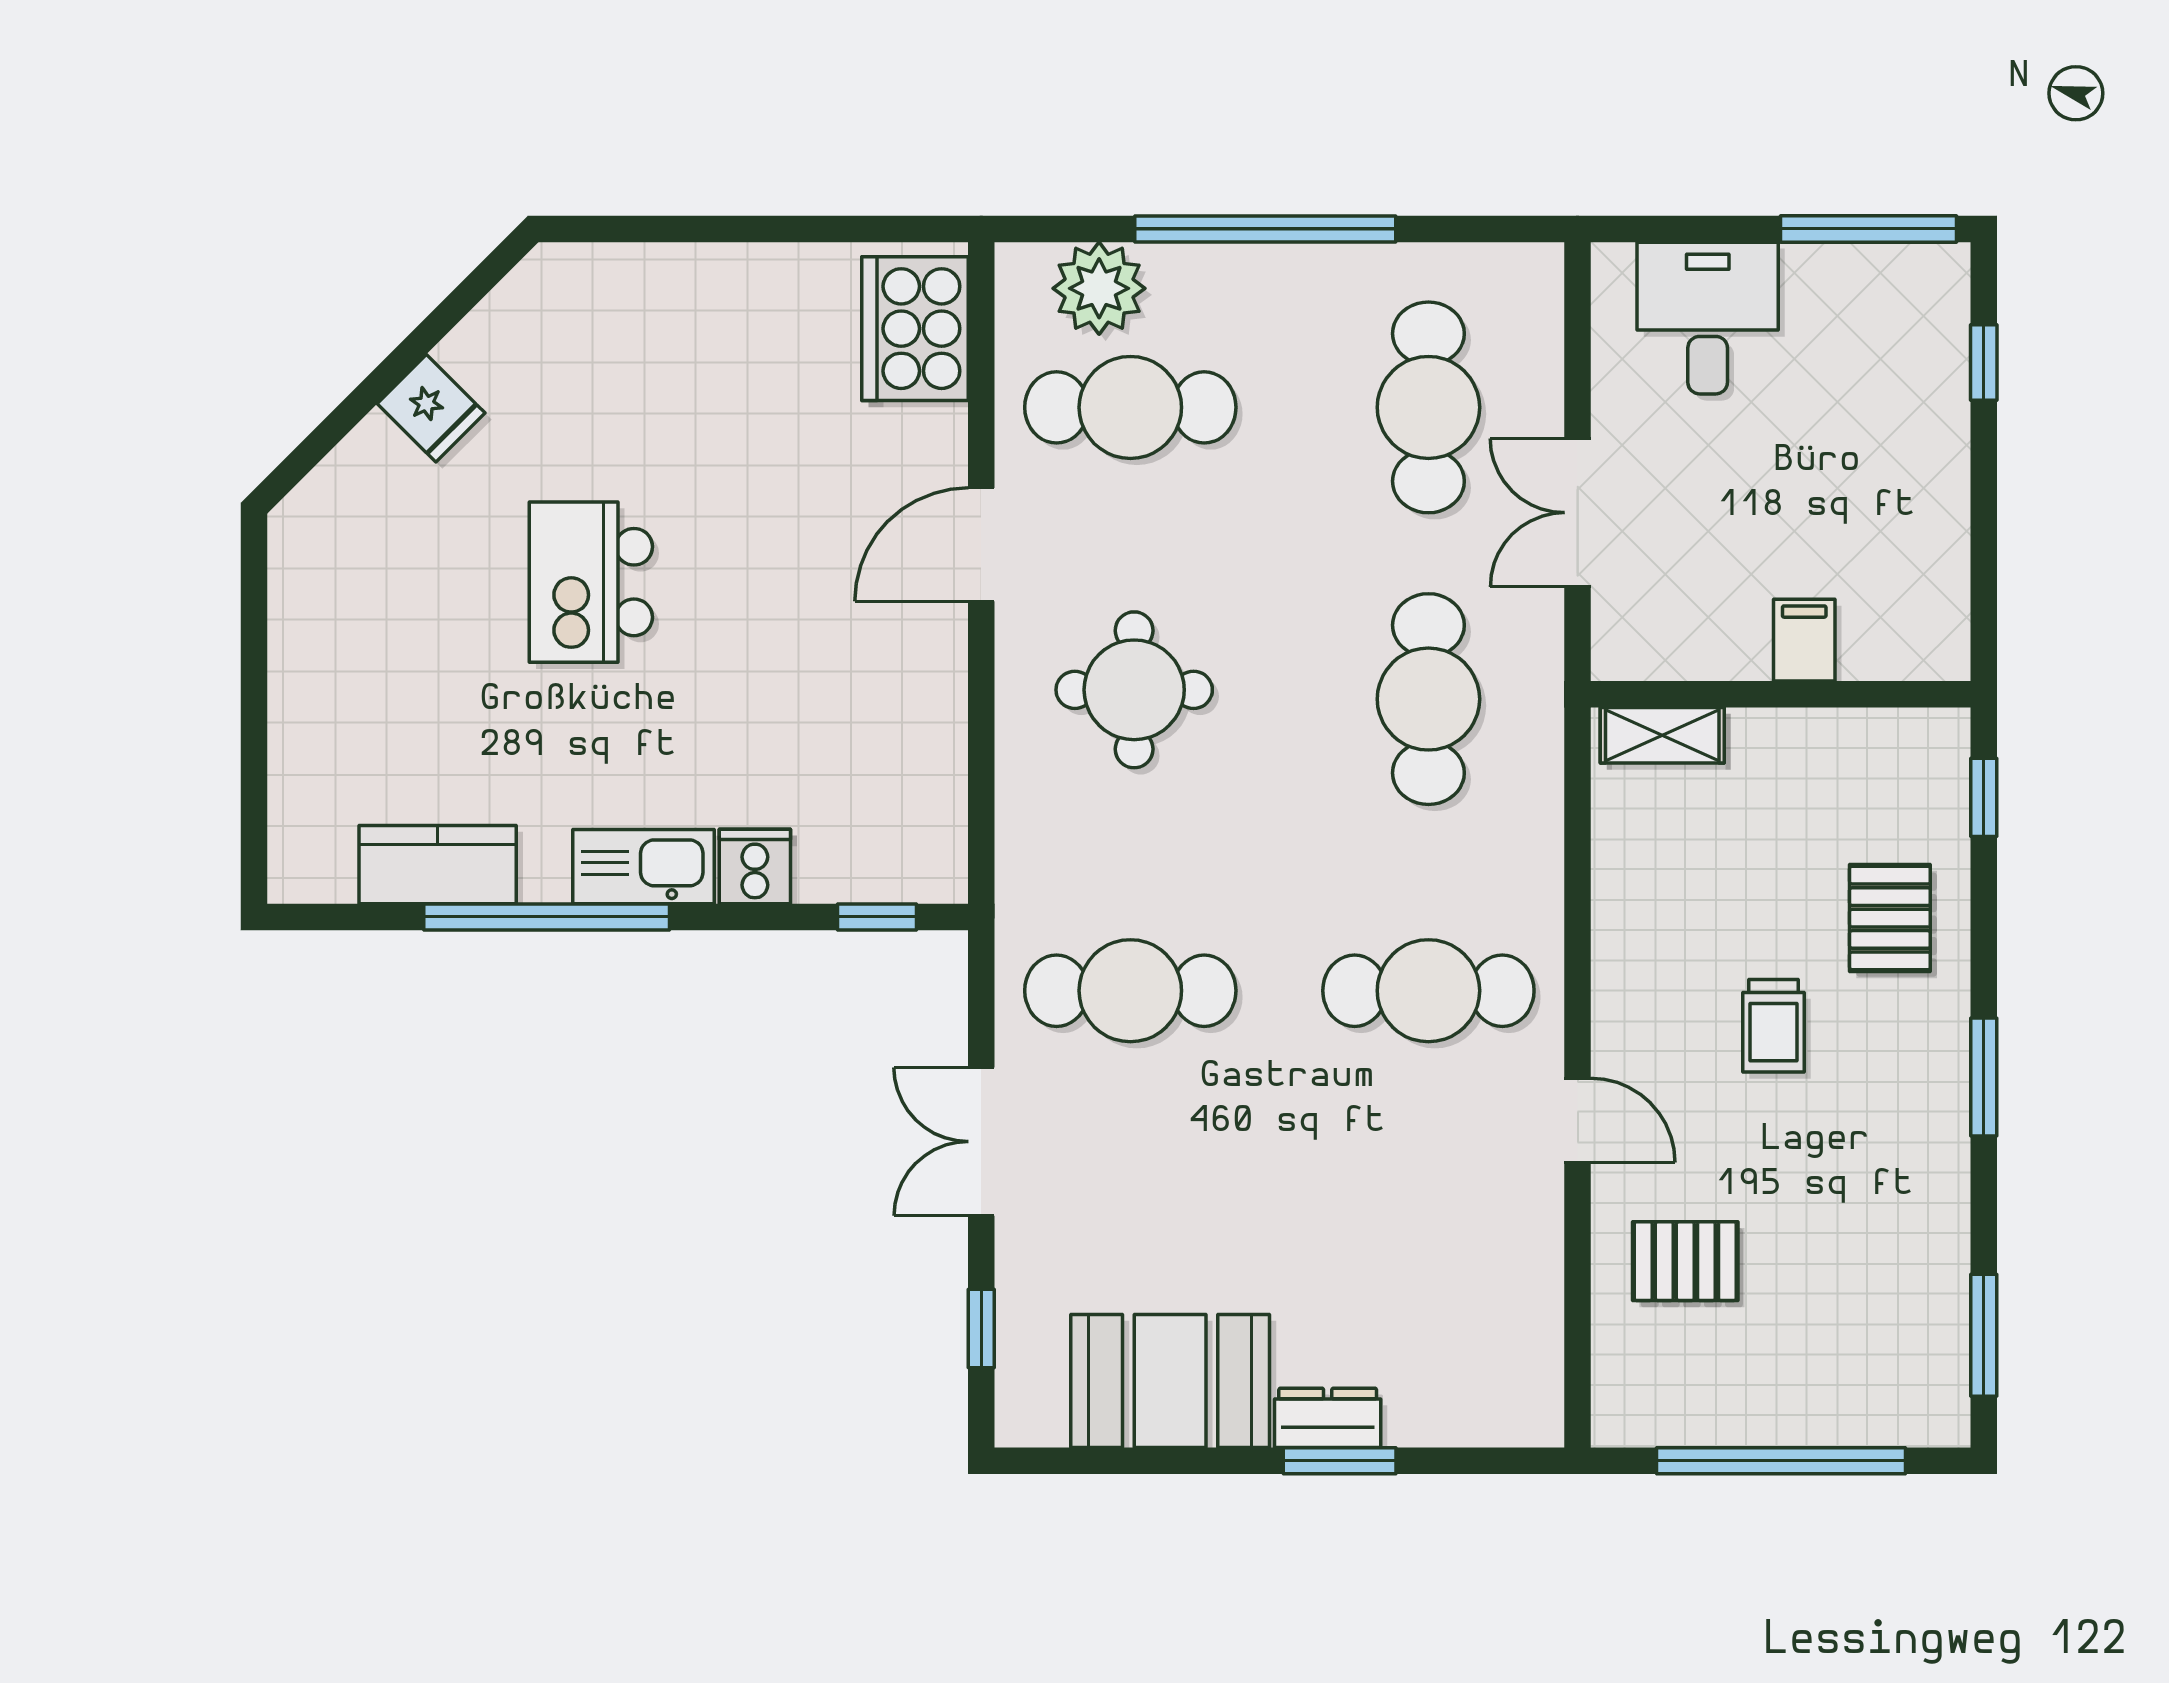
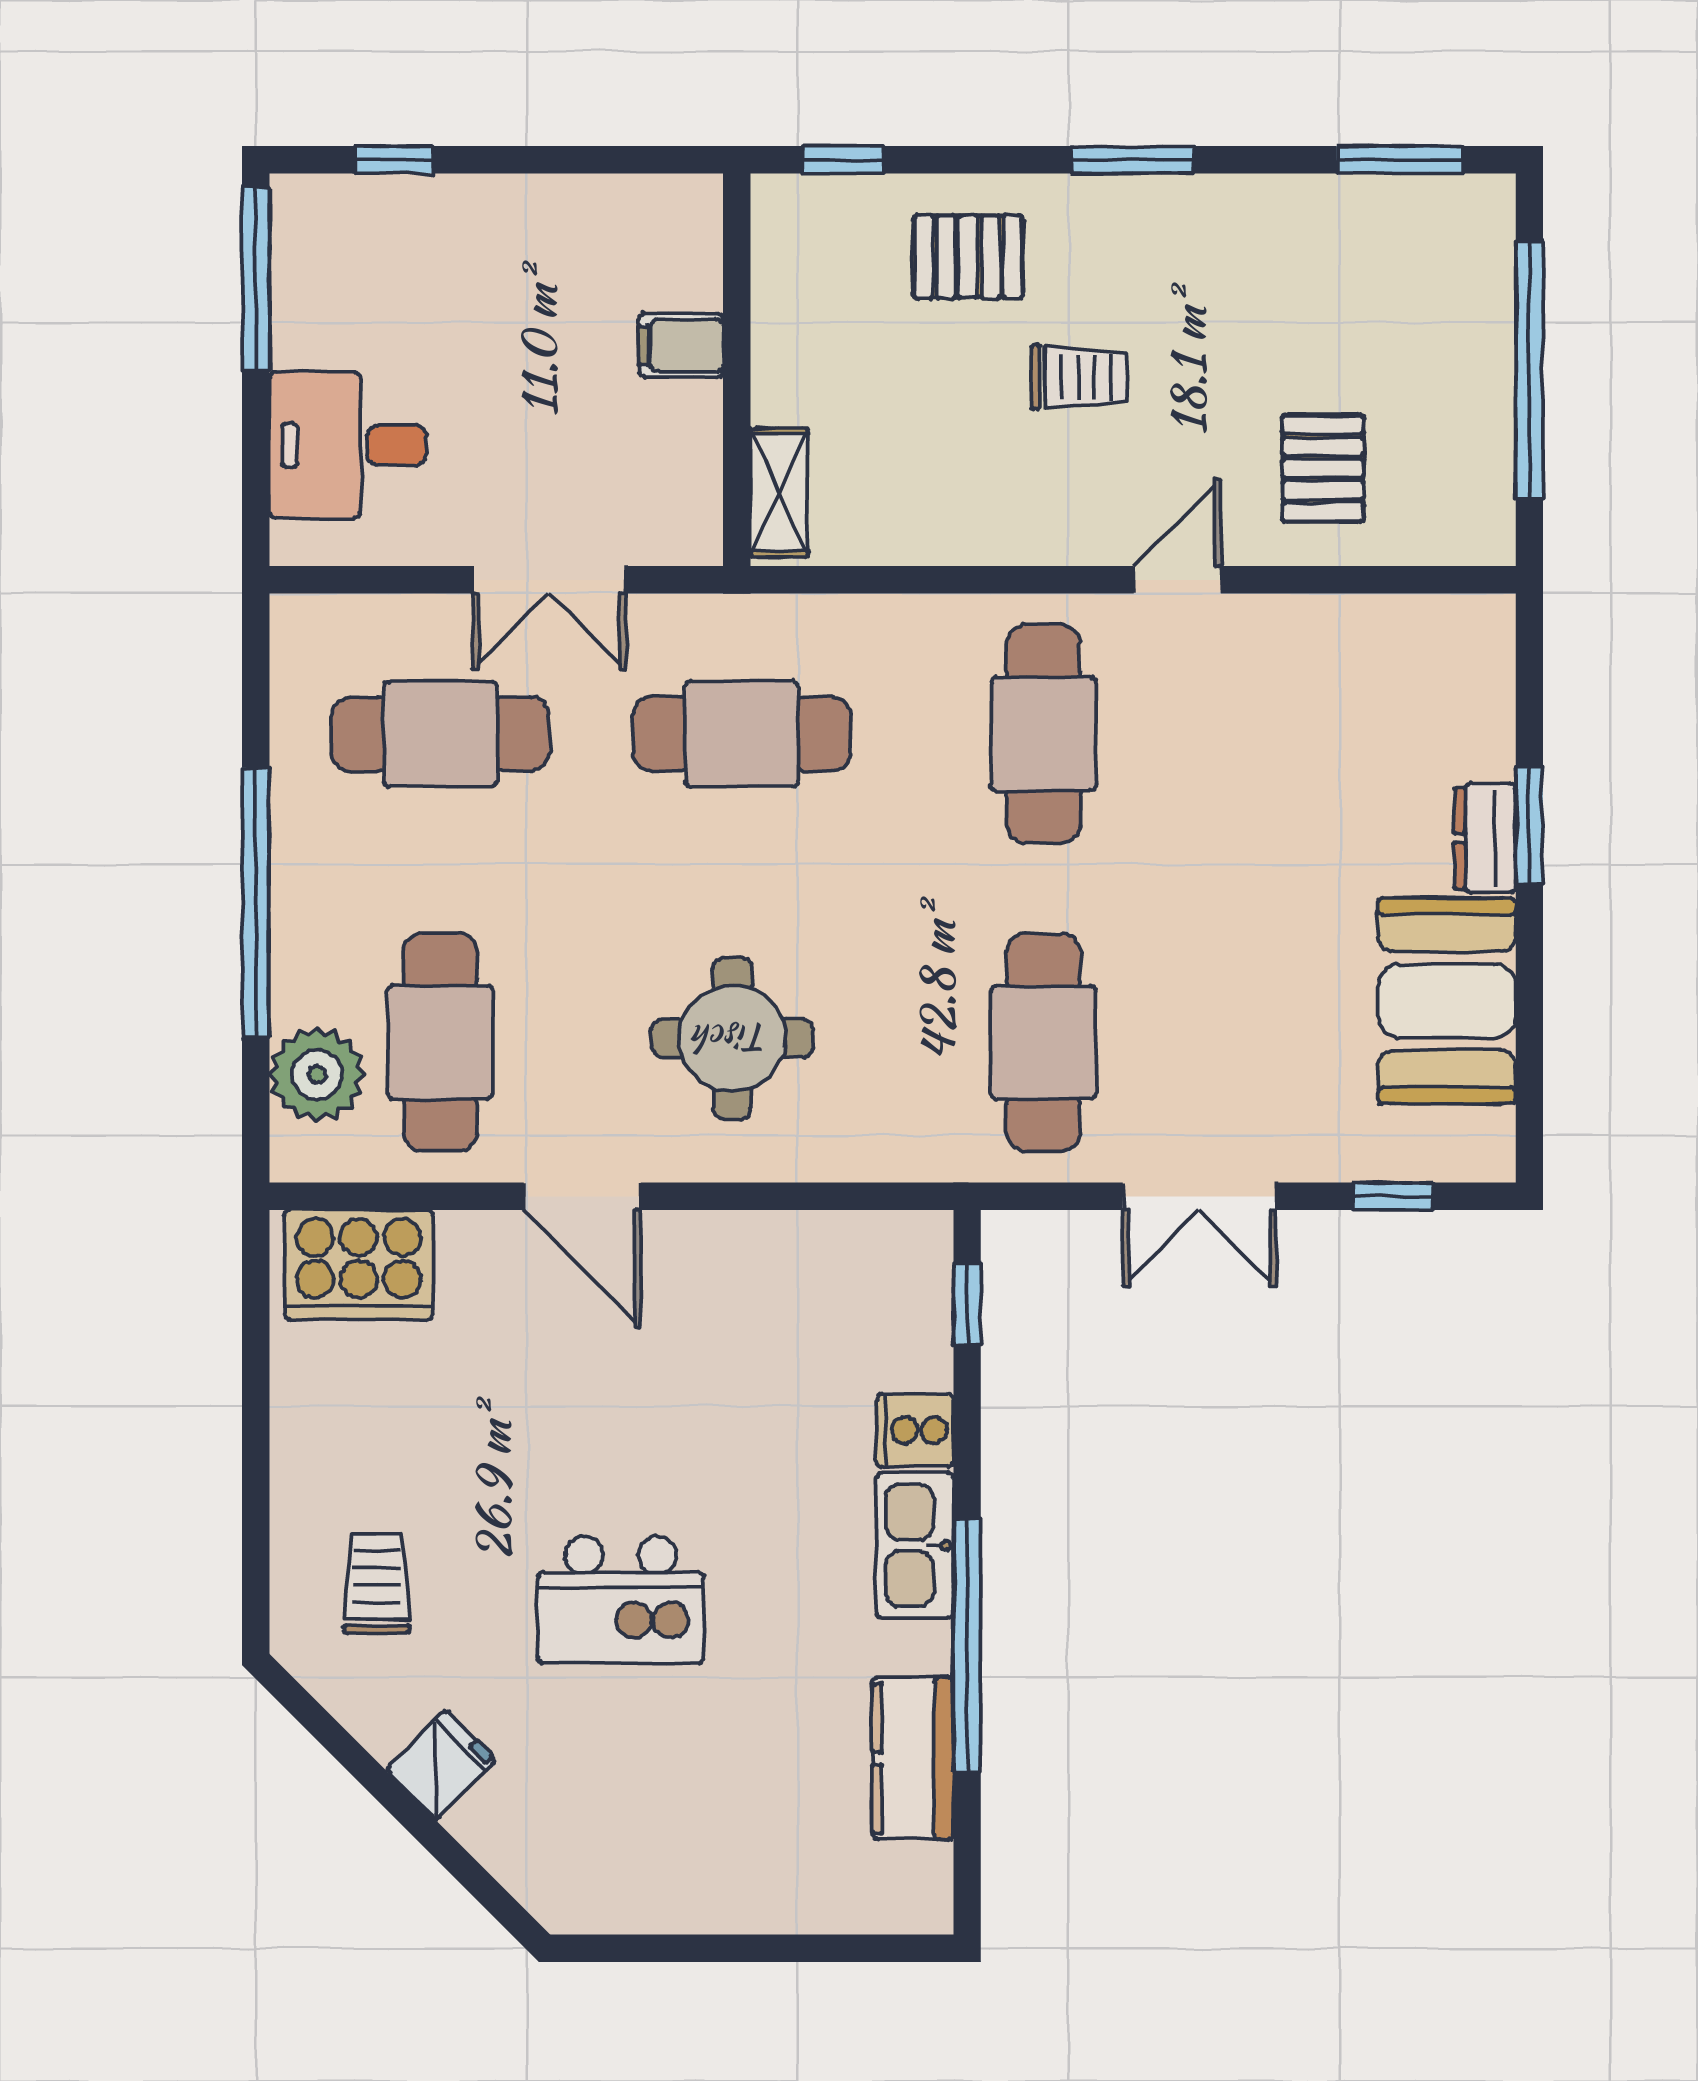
trolley: (607, 346) -> (377, 1583), added

